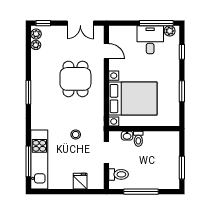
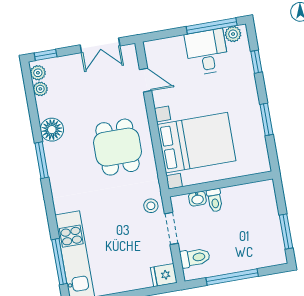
floor lamp: (39, 73) -> (52, 130), added
dining table: (75, 79) -> (117, 147), moved
stool: (76, 135) -> (151, 206), moved
fridge: (80, 181) -> (164, 275), moved, turned -90

